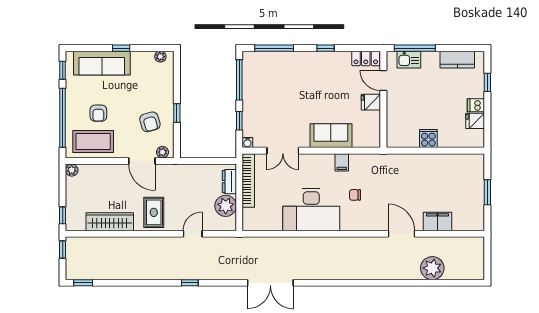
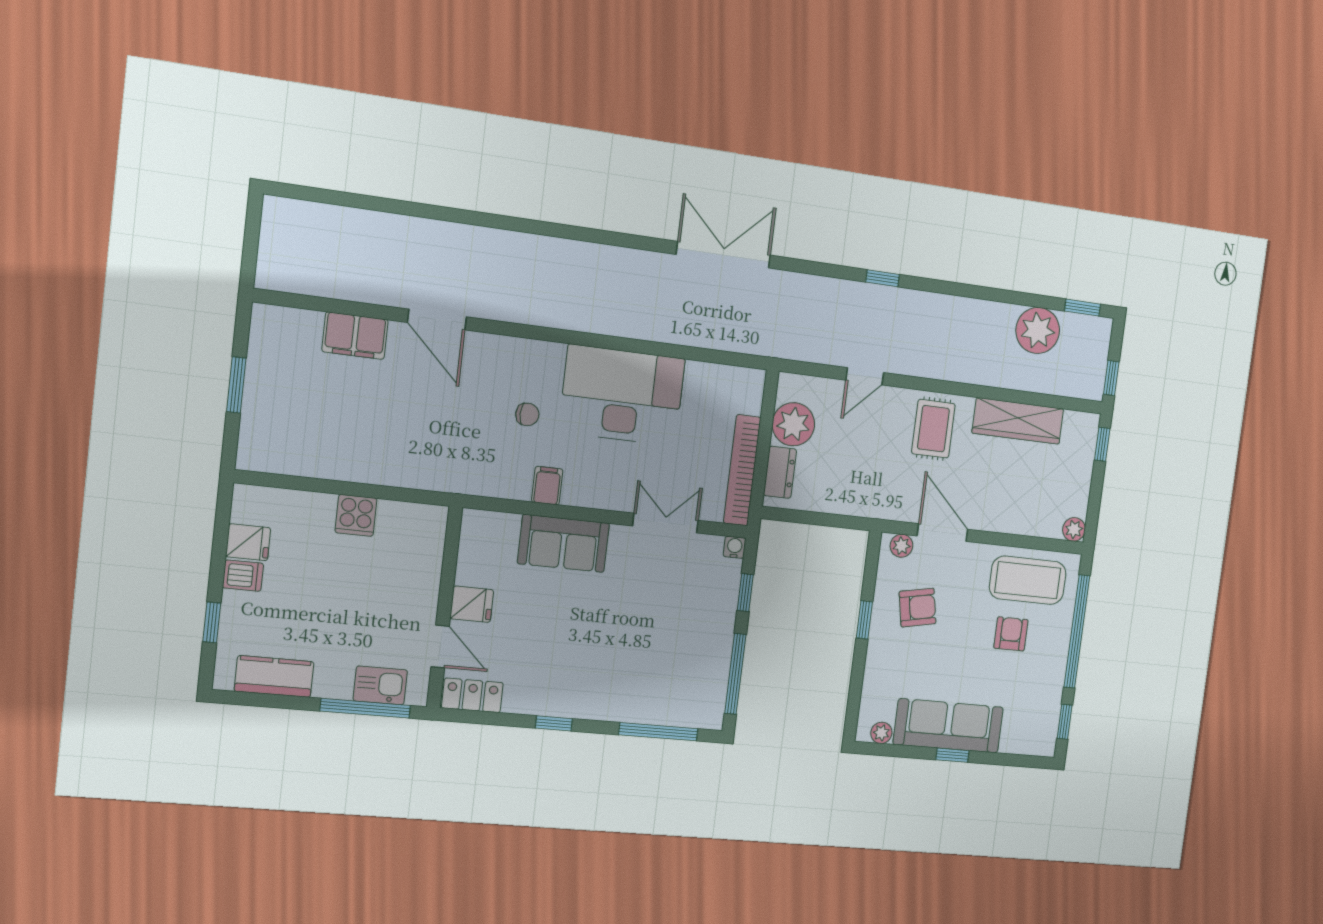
sofa: (102, 63) -> (948, 726), moved
armchair: (150, 122) -> (918, 608), turned 96
plant: (432, 268) -> (1038, 330), moved

